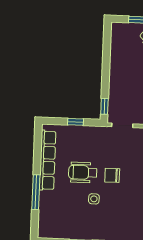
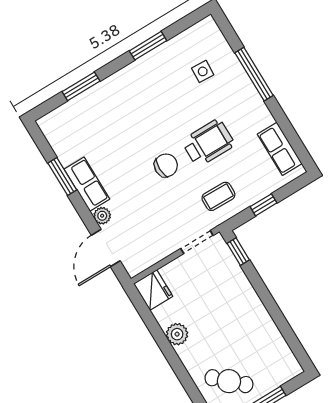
coffee table: (96, 141) -> (218, 196), added
row of seats: (47, 160) -> (280, 149), width x0.50
side table: (94, 199) -> (203, 71), moved

